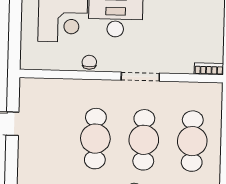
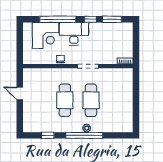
cafe table: (192, 141) -> (117, 100), removed

